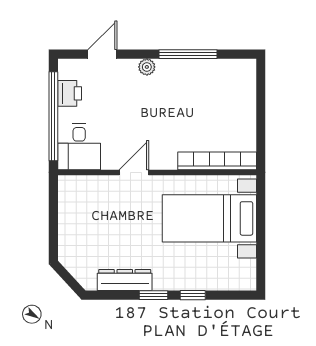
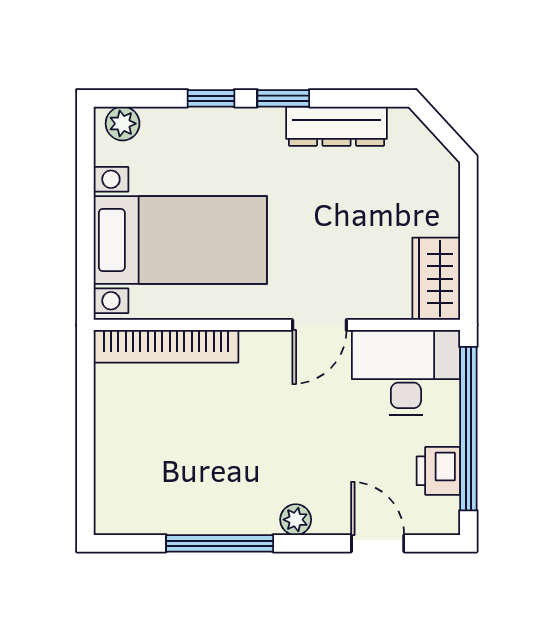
door: (102, 54) -> (378, 543), swing flipped
desk: (79, 147) -> (406, 372), width x1.37
wardrobe: (71, 197) -> (436, 279), added
plant: (241, 282) -> (123, 124), added

